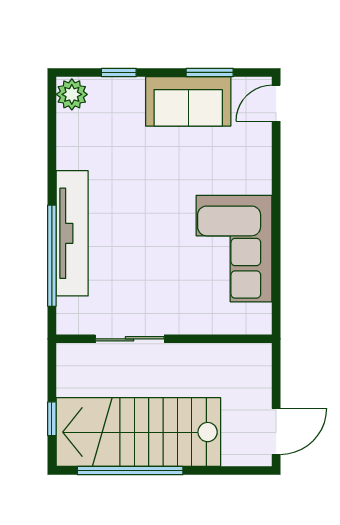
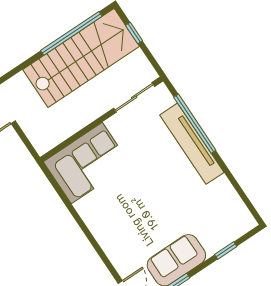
plant: (72, 94) -> (244, 221), removed
corner sofa: (234, 249) -> (87, 163), moved, turned 90
sliding door: (130, 339) -> (134, 97), moved

